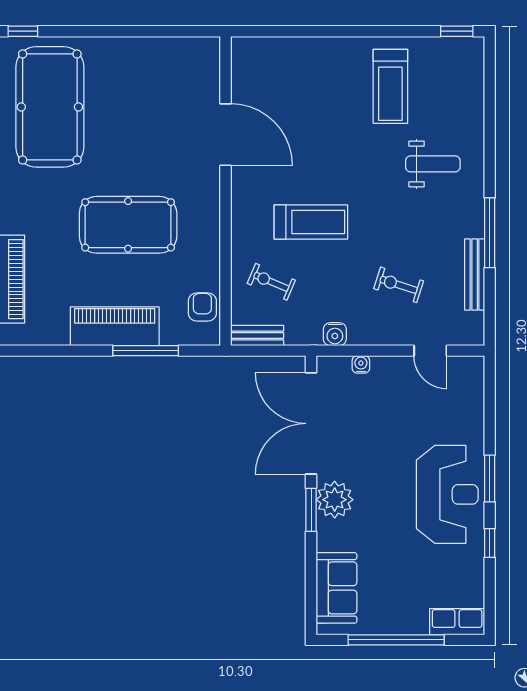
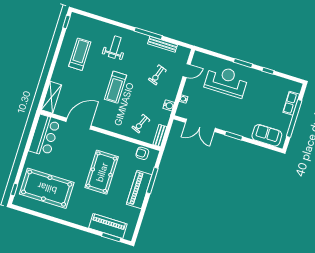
shelving: (268, 51) -> (51, 97), added
bar counter: (172, 63) -> (44, 136), added
treadmill: (390, 86) -> (80, 54), turned -90
treadmill: (311, 222) -> (116, 87), moved, turned 180
double door: (311, 423) -> (200, 125), width x0.73
reception desk: (447, 494) -> (226, 81), moved
plant: (335, 500) -> (233, 125), removed
row of seats: (457, 622) -> (291, 103), moved

